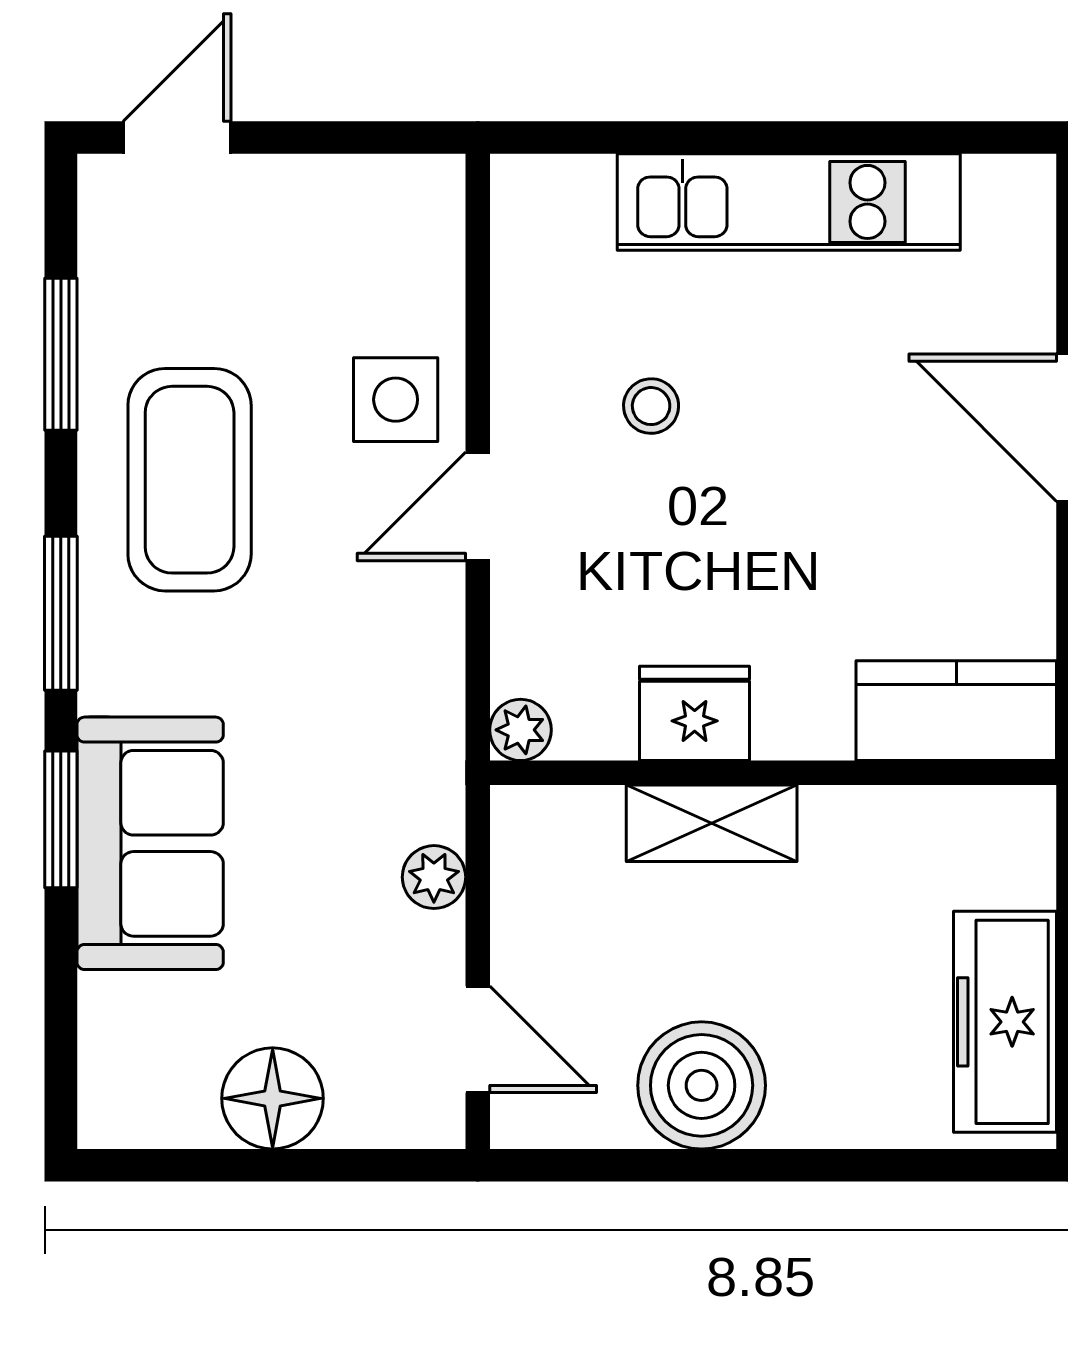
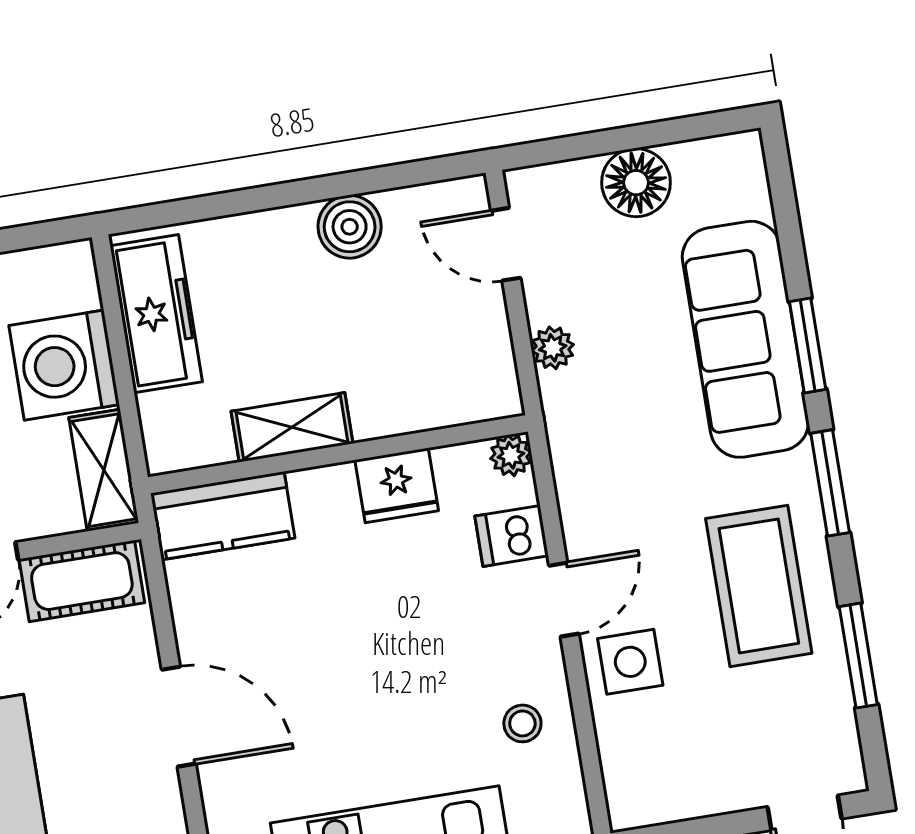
stool: (651, 406) -> (522, 723), moved
dishwasher: (539, 612) -> (512, 536), added
shelving: (712, 823) -> (292, 427), moved
sofa: (150, 843) -> (745, 339), width x1.36
boiler: (702, 1085) -> (350, 227), width x0.73, depth x0.73

